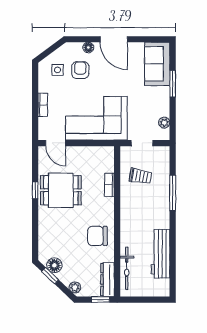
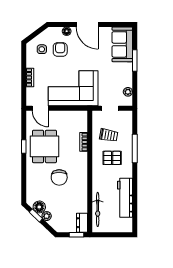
dining table: (61, 190) -> (44, 146), turned 90
pallet: (145, 204) -> (112, 158), added
chair: (97, 236) -> (59, 177), moved, turned -90
dresser: (107, 280) -> (82, 223), width x0.70
plant: (75, 287) -> (47, 216), moved

